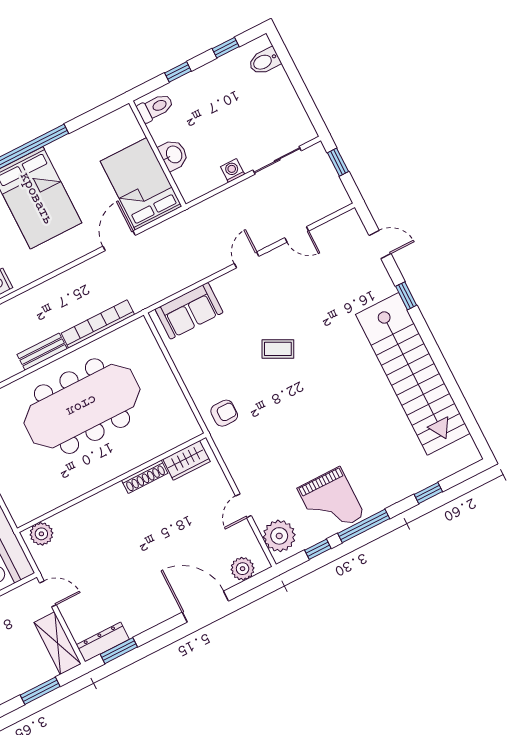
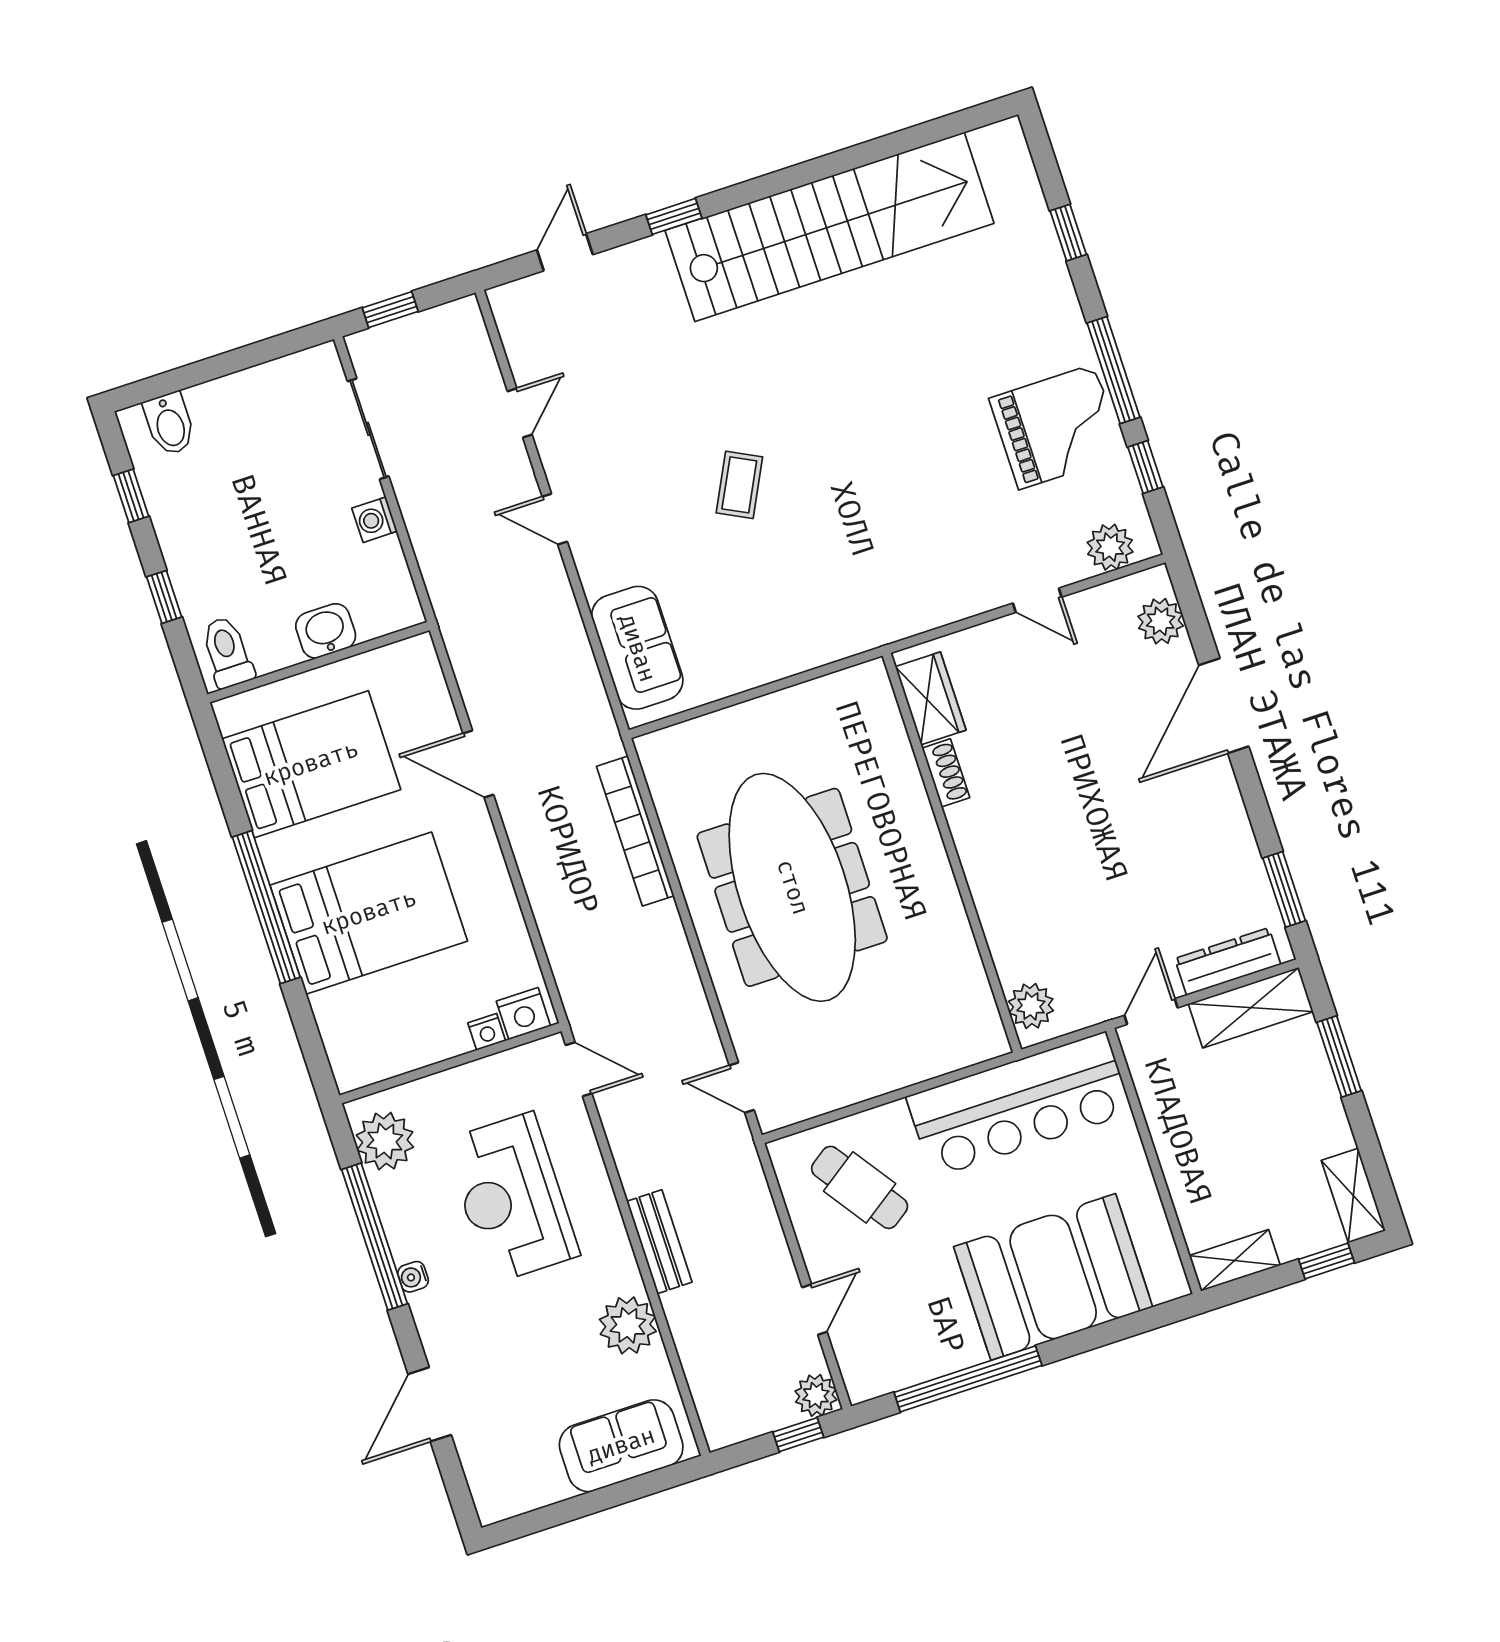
bed: (141, 184) -> (311, 764), moved, turned 180
bench: (42, 352) -> (673, 949), removed
armchair: (224, 413) -> (849, 610), removed
shoe rack: (145, 477) -> (946, 773), width x0.70
plant: (279, 536) -> (1110, 547), width x0.73, depth x0.73
dresser: (103, 642) -> (1228, 961), moved, turned 90

